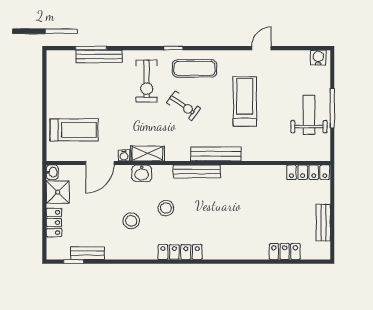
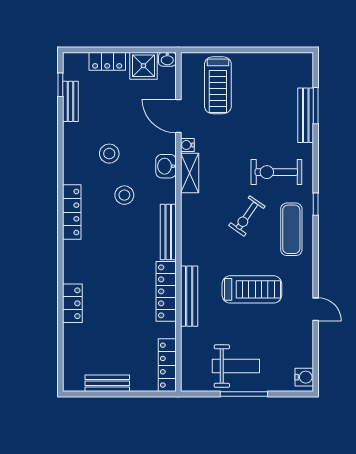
bench: (216, 154) -> (189, 296), moved
locker: (246, 173) -> (166, 291), added
locker: (285, 252) -> (72, 303), moved

